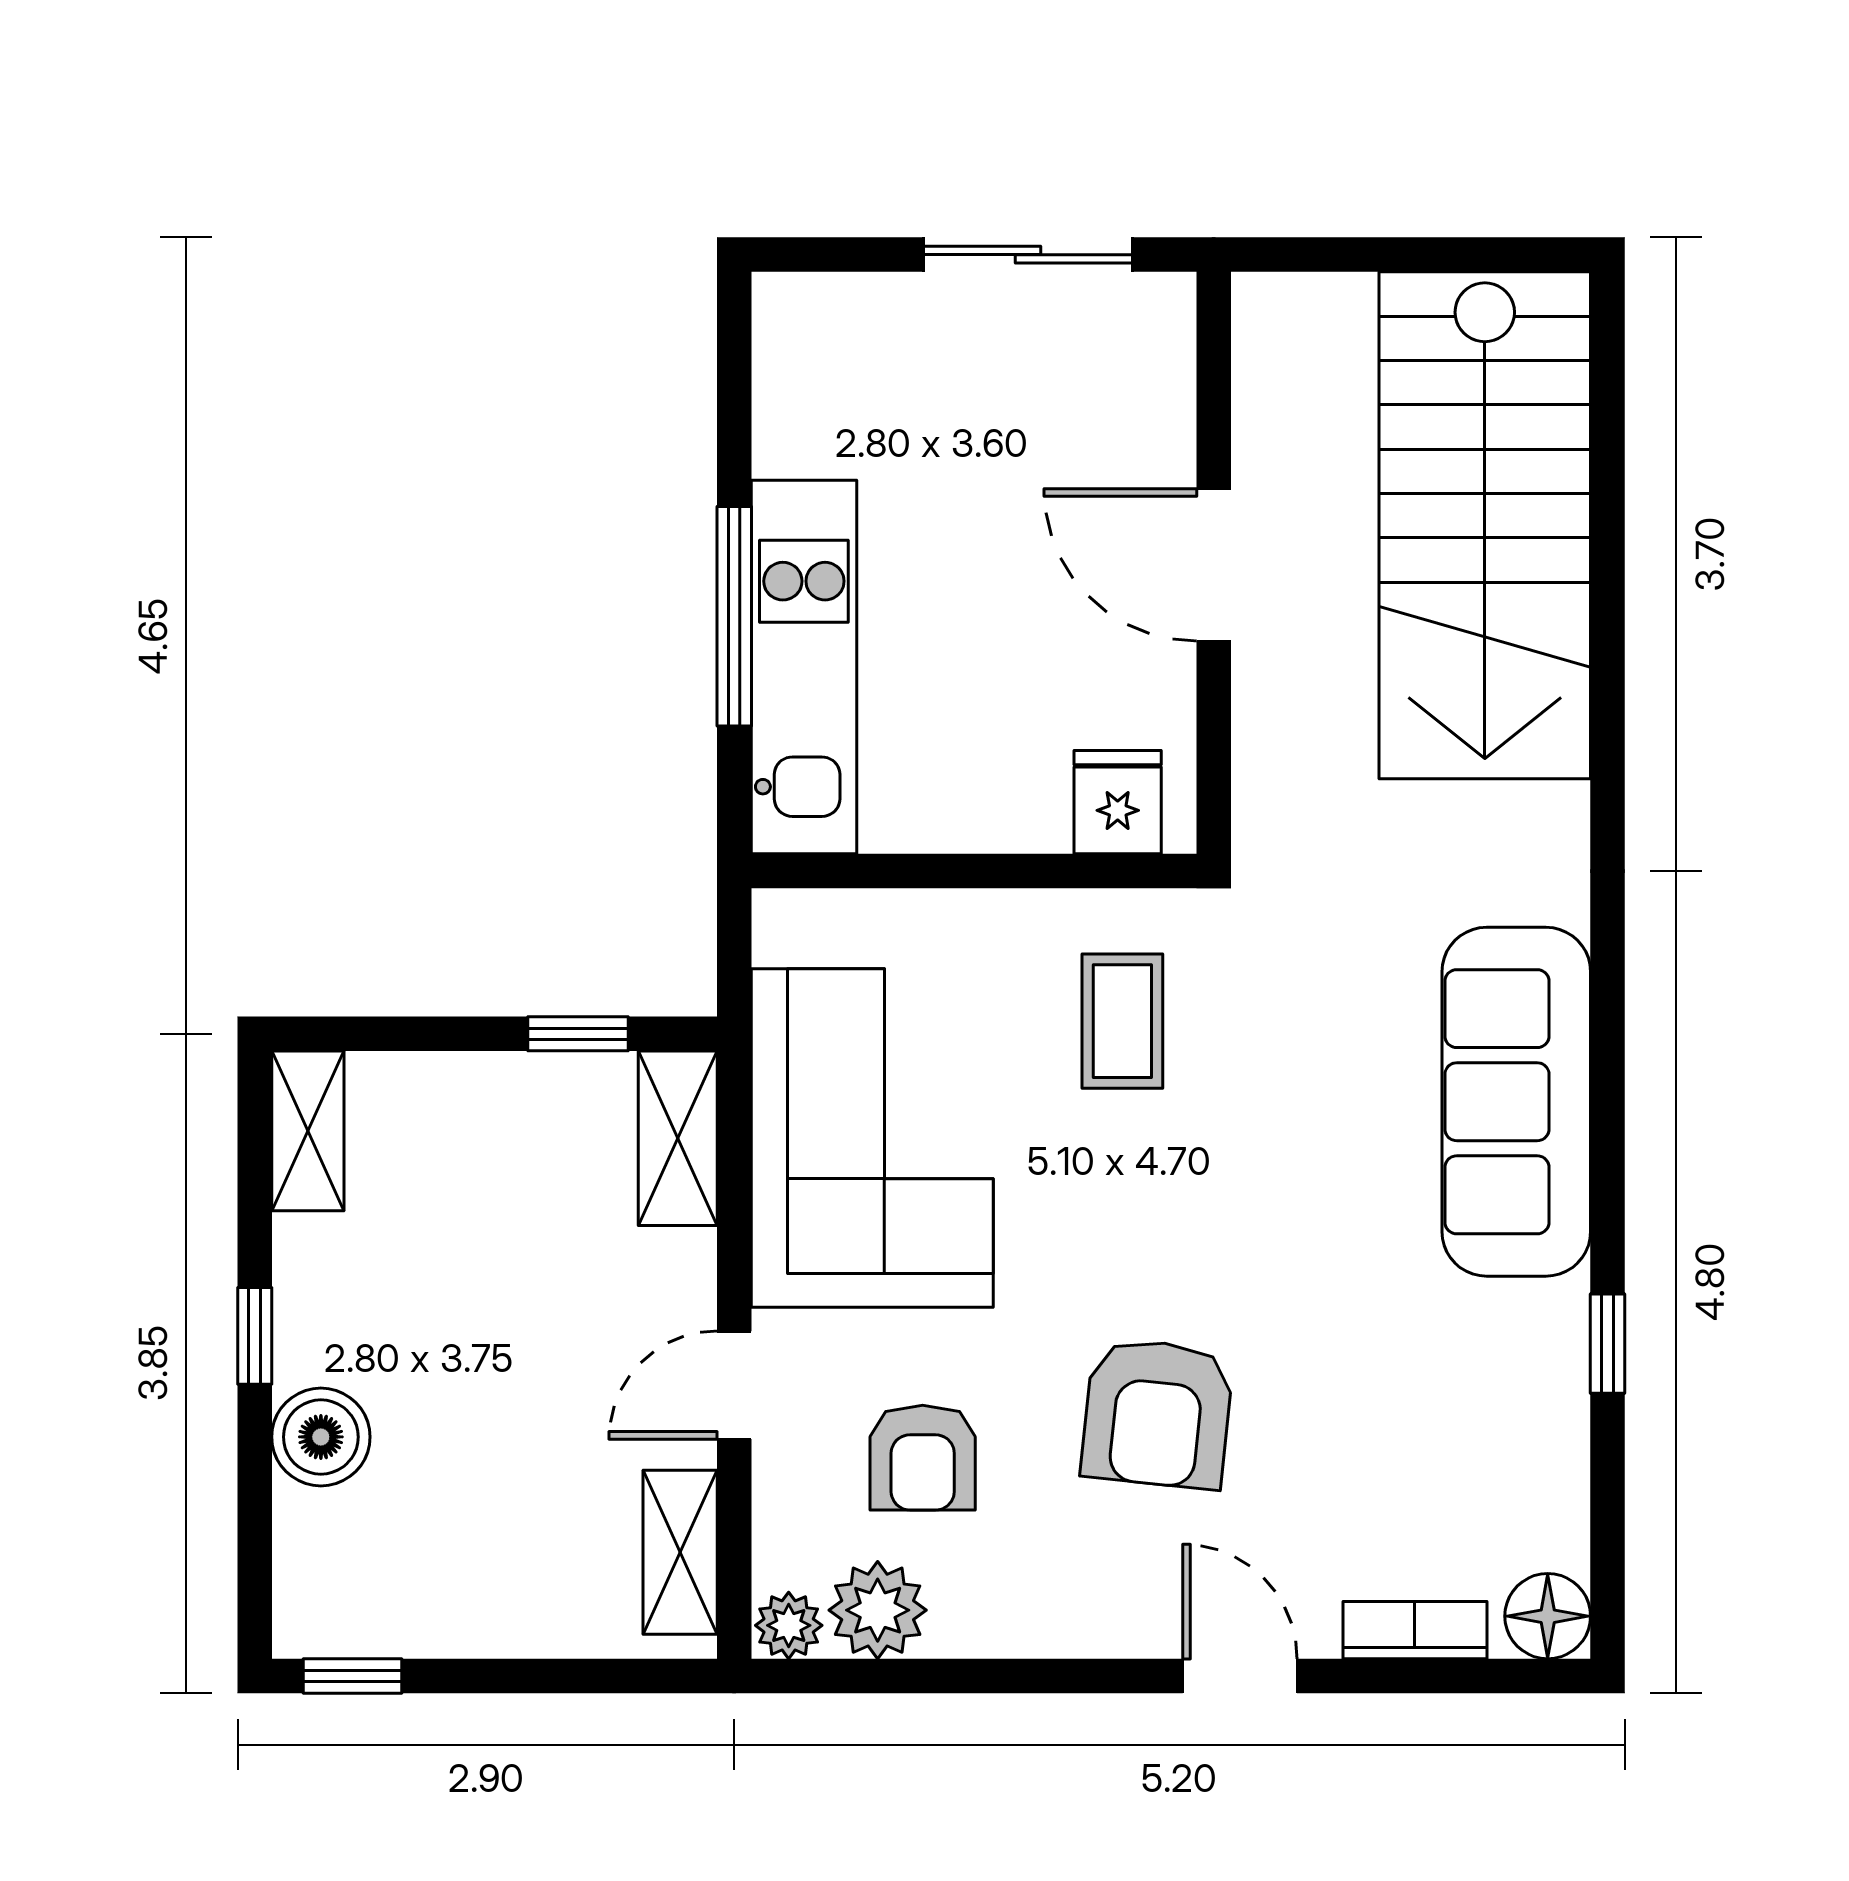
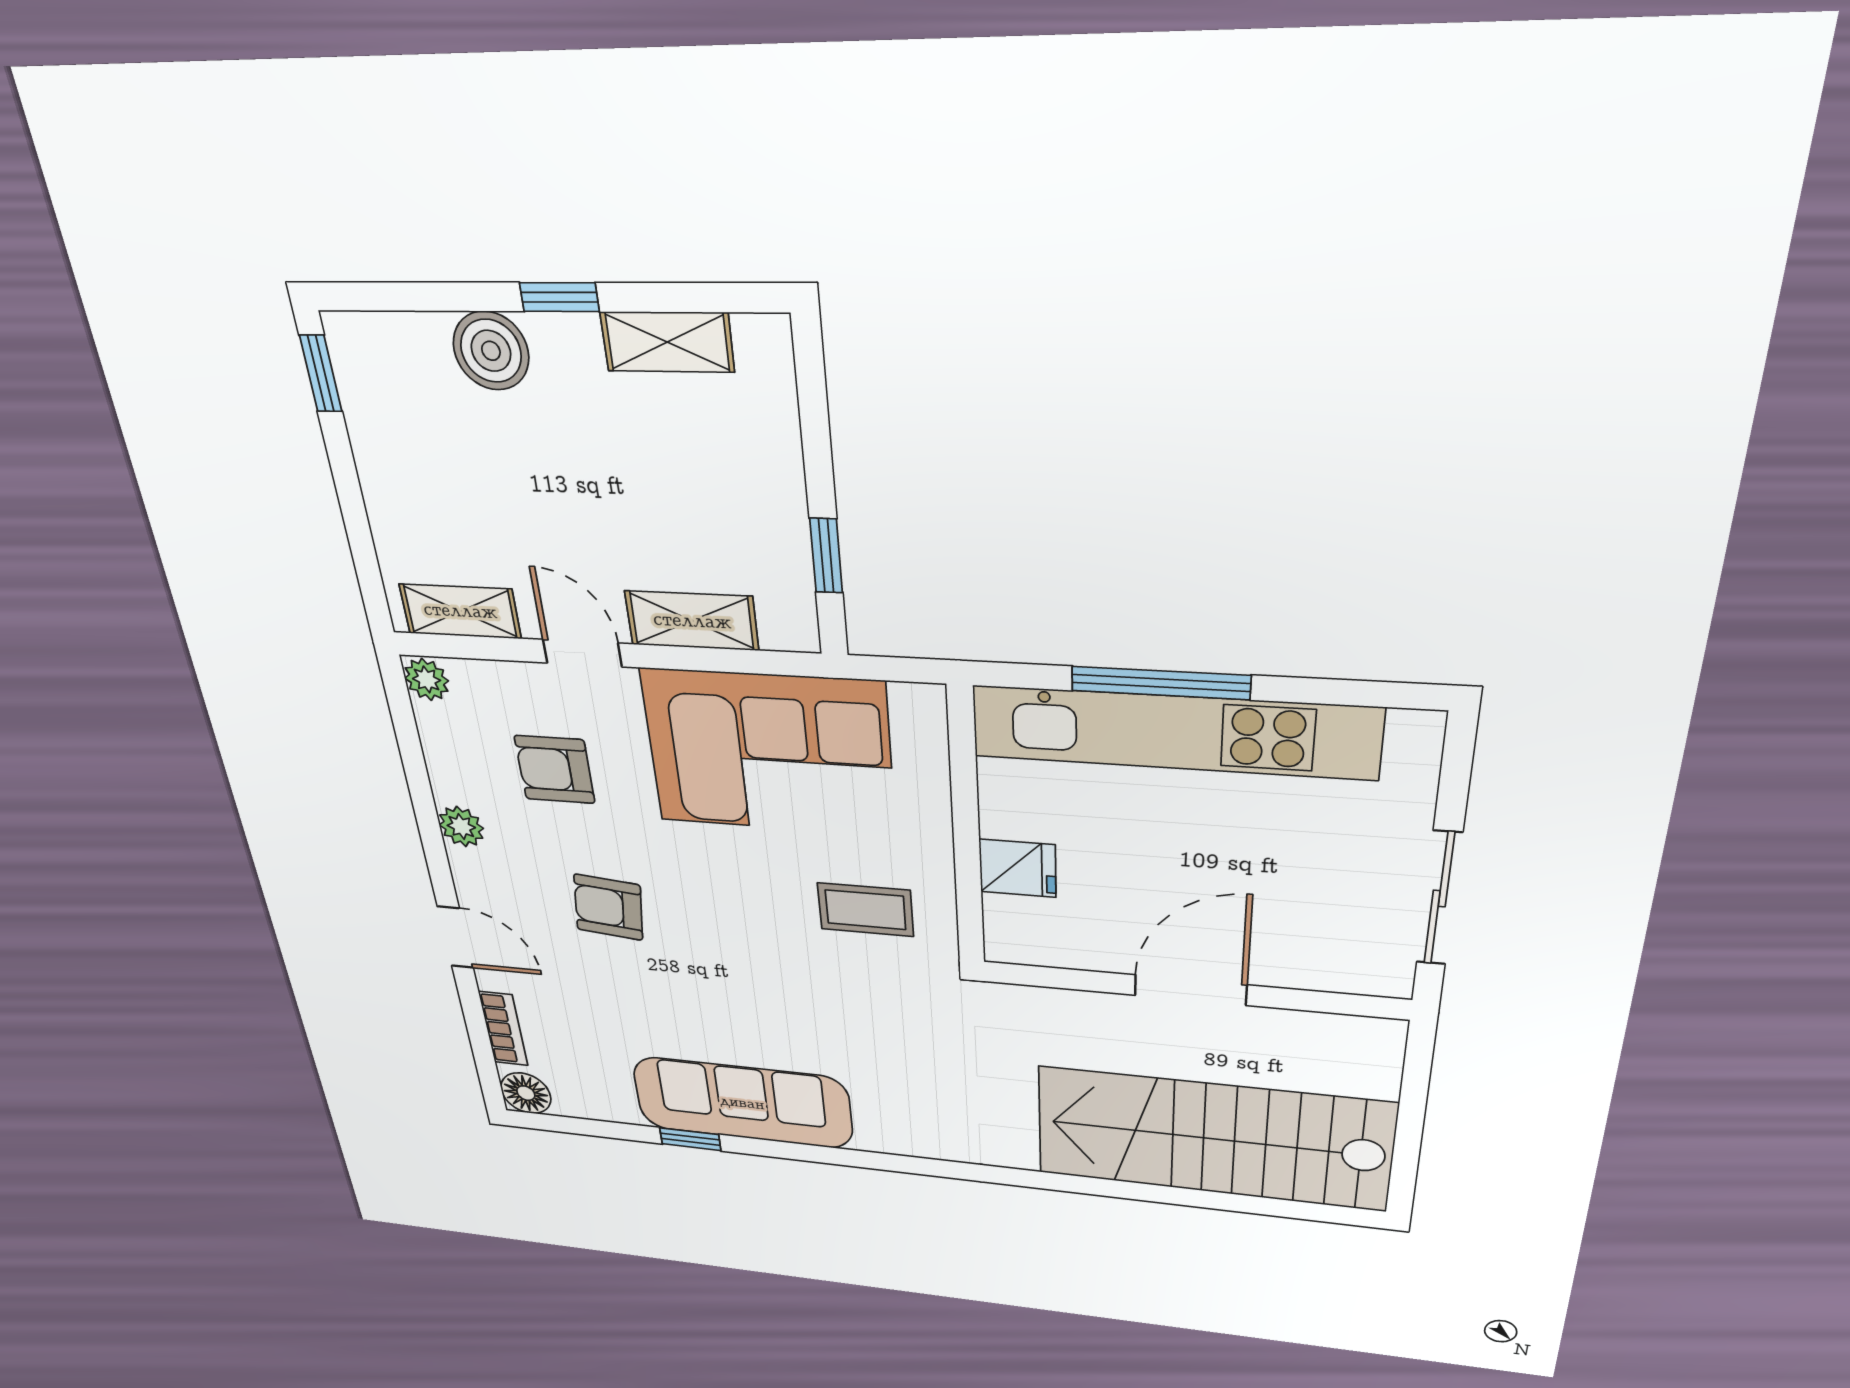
kitchen unit: (804, 667) -> (1173, 732), width x1.36
fridge: (1118, 802) -> (1018, 868), moved
sofa: (1516, 1102) -> (742, 1103), moved
shelving: (308, 1131) -> (667, 342), moved
shelving: (678, 1138) -> (692, 621), moved
armchair: (1157, 1413) -> (608, 907), width x0.72, depth x0.72
plant: (878, 1610) -> (461, 827), moved, width x0.73, depth x0.73
door: (1240, 1676) -> (455, 937), hinge flipped

